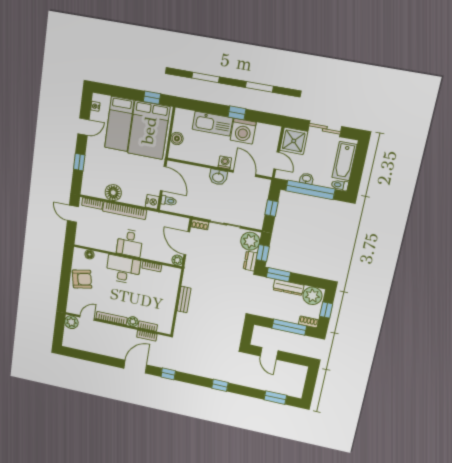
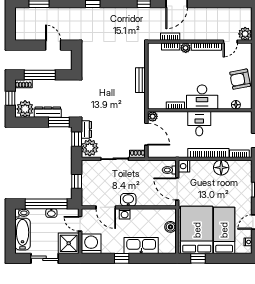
washing machine: (243, 131) -> (91, 244), moved

